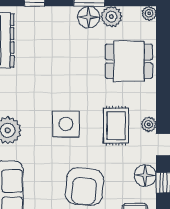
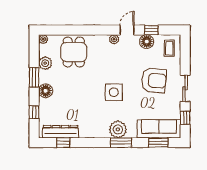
floor lamp: (89, 17) -> (46, 91), moved
rug: (116, 126) -> (115, 60), removed

